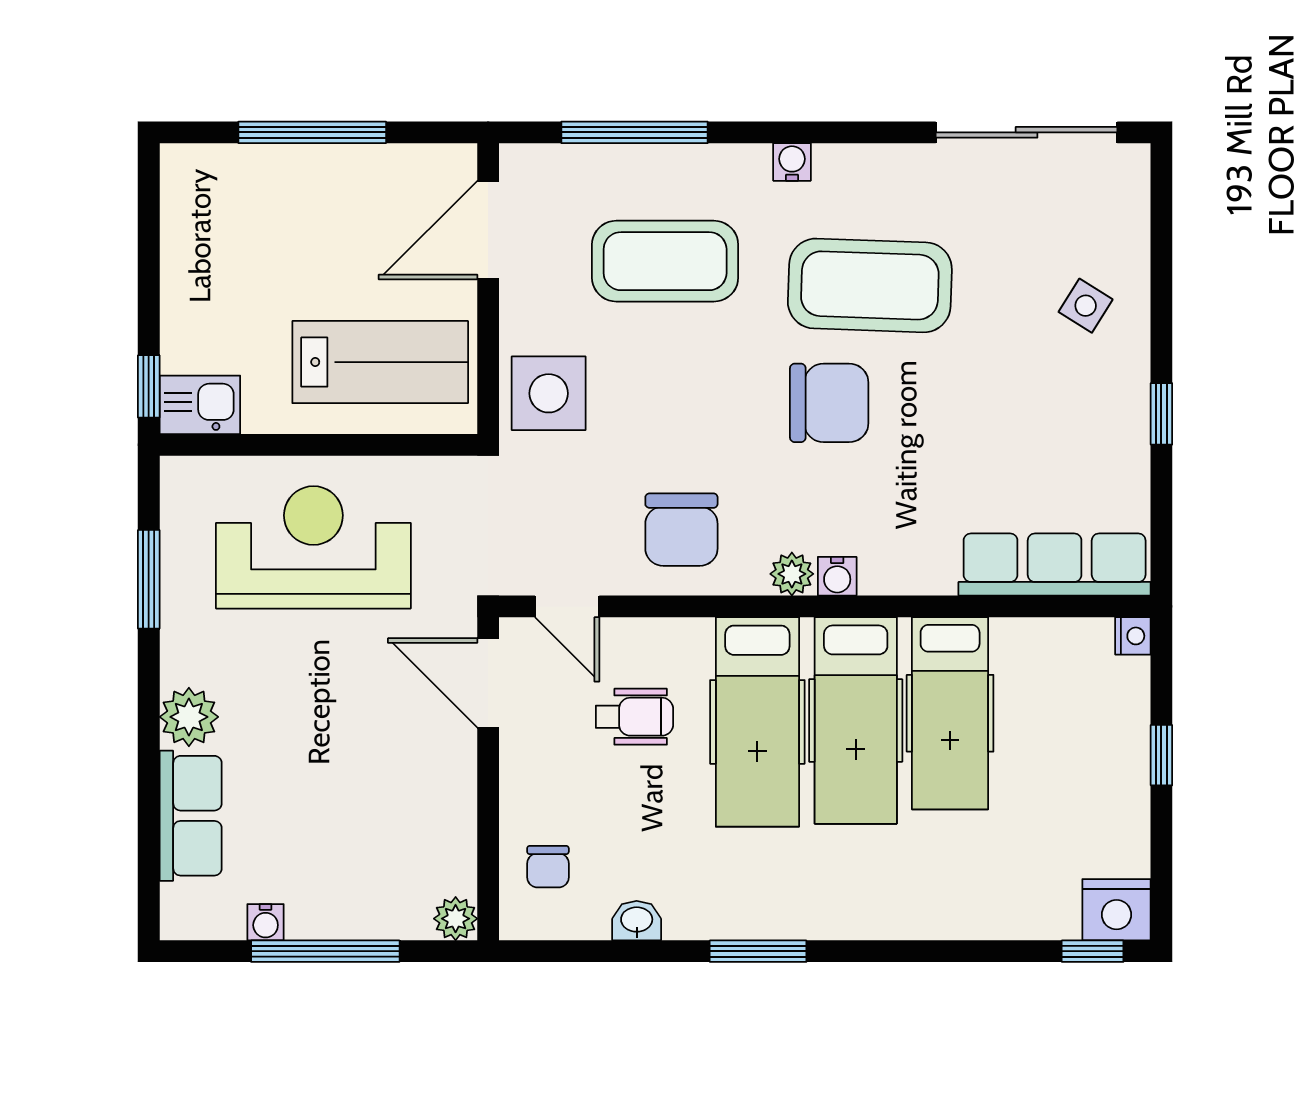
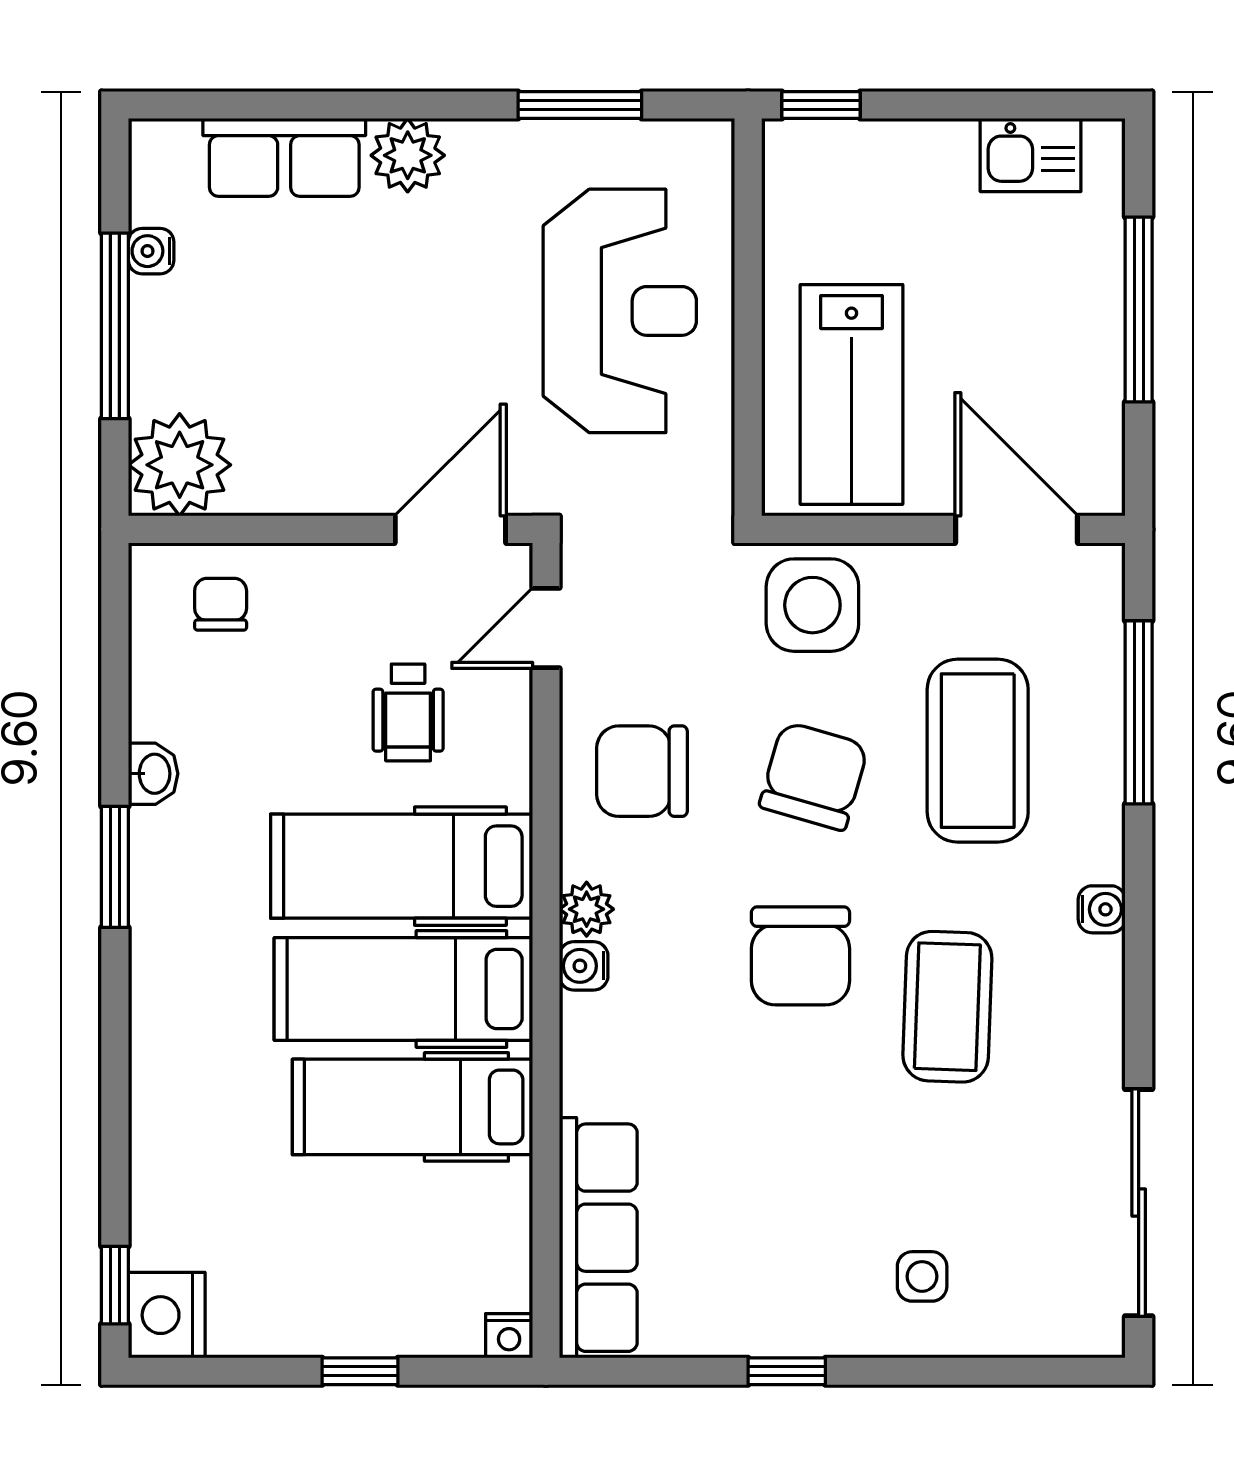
coffee table: (870, 285) -> (947, 1007), width x0.73, depth x0.76
side table: (1086, 306) -> (922, 1276), turned -32
chair: (685, 392) -> (814, 776), added
kitchen sink: (200, 405) -> (1031, 155), moved, turned 90
chair: (548, 867) -> (221, 604), turned 90
plant: (456, 919) -> (180, 465), width x1.88, depth x1.88
washbasin: (637, 921) -> (153, 774), moved

